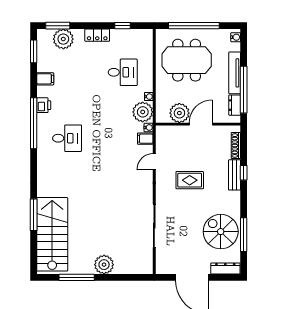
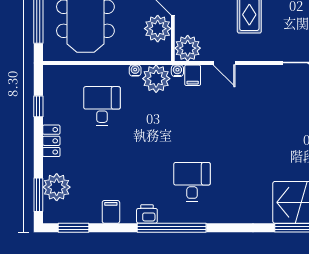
plant: (165, 135) -> (188, 48), added

